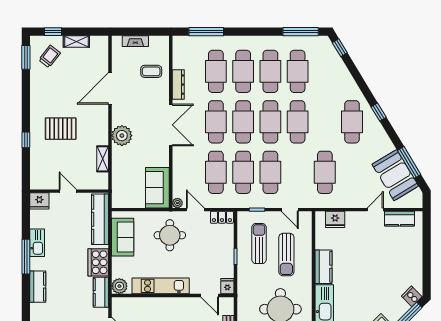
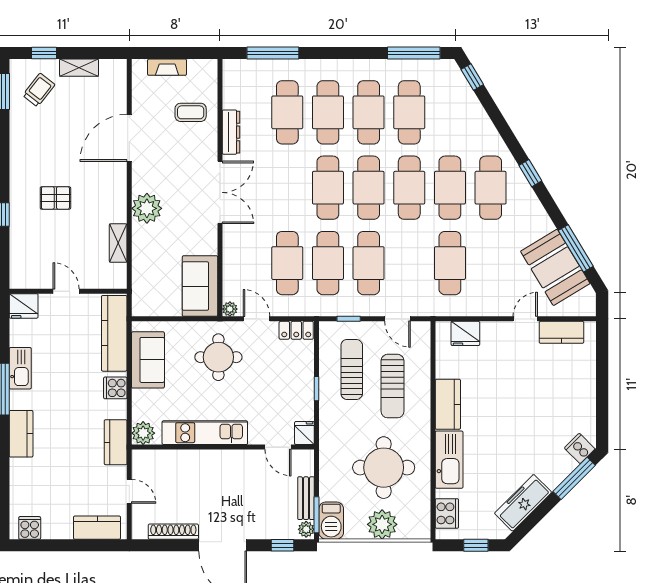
cafe table: (216, 122) -> (450, 188), moved
pallet: (61, 129) -> (55, 198), width x0.67, depth x0.71
cooker: (98, 262) -> (115, 388), width x0.53, depth x0.76

